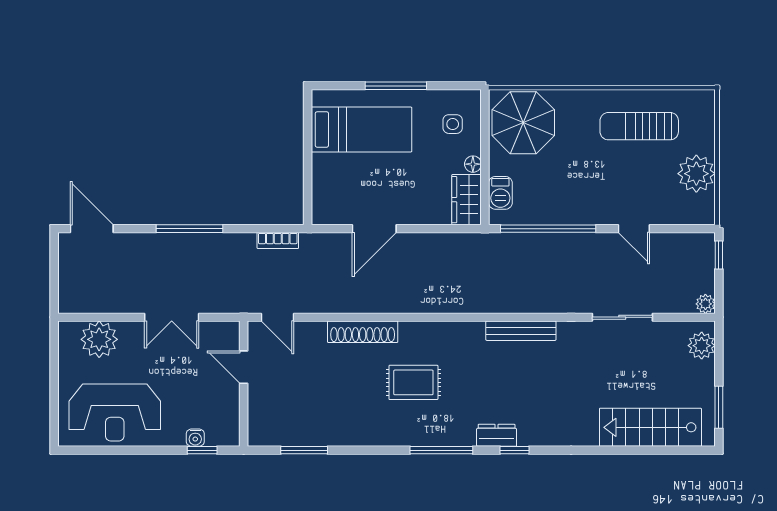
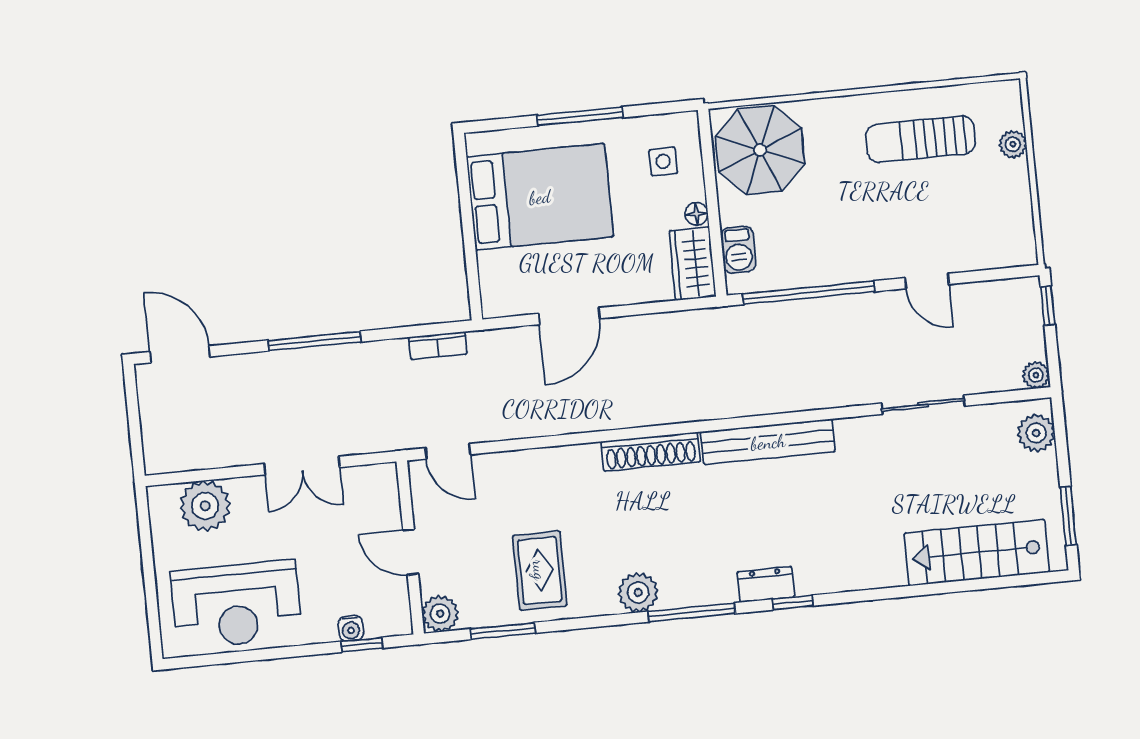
bed: (362, 129) -> (540, 197), width x1.50
plant: (696, 174) -> (1013, 144), moved, width x0.53, depth x0.53
bench: (521, 331) -> (768, 442), width x1.37, depth x1.21
shoe rack: (363, 332) -> (651, 452), moved
door: (244, 367) -> (411, 552), moved
rug: (413, 382) -> (540, 570), moved, turned 90
plant: (404, 432) -> (638, 592), added
plant: (261, 433) -> (440, 614), added

